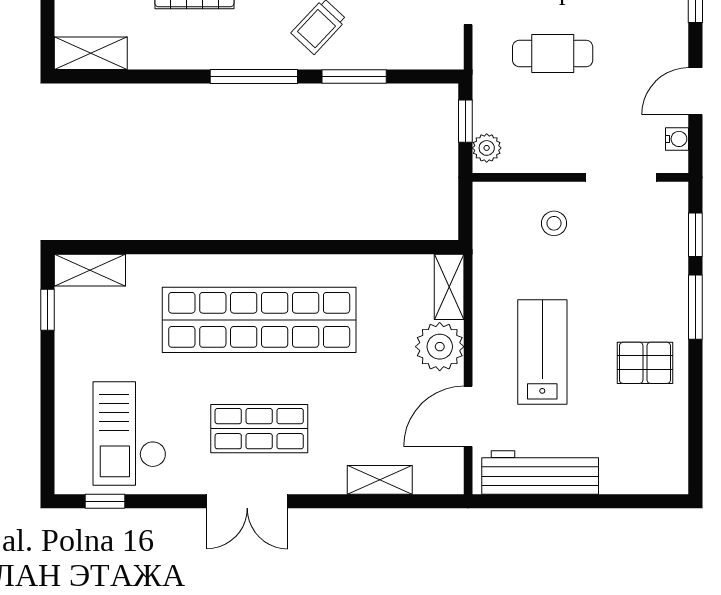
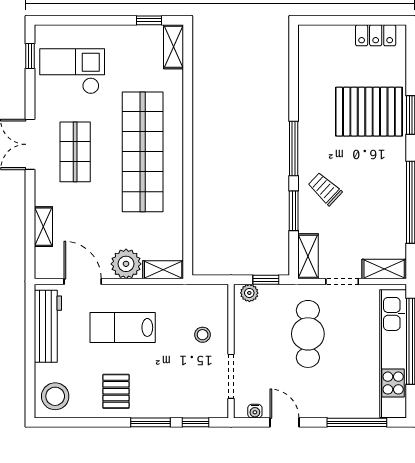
shelving: (91, 53) -> (308, 256), moved
cafe table: (553, 54) -> (308, 334), width x1.37, depth x1.35
lab bench: (542, 352) -> (123, 327), turned 180
stool: (653, 461) -> (55, 396), added

